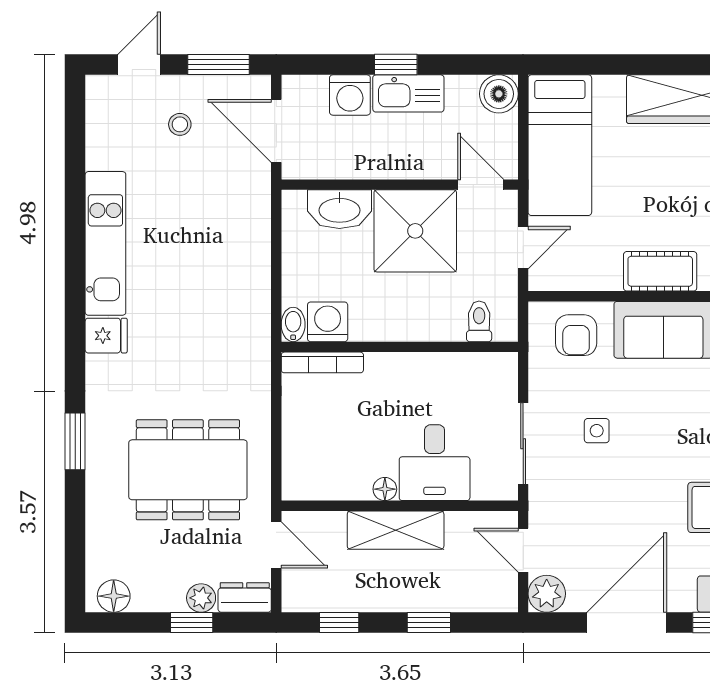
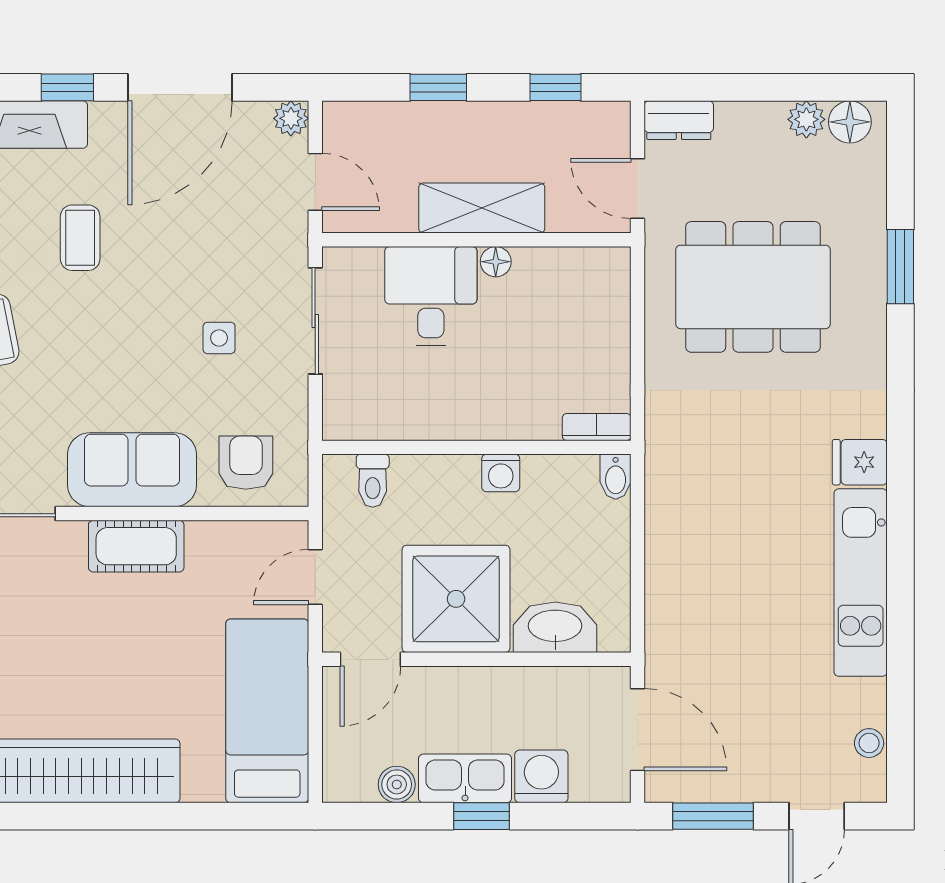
boiler: (499, 94) -> (397, 784), moved, width x0.73, depth x0.73
stool: (180, 124) -> (869, 743), moved
door: (481, 185) -> (370, 659), hinge flipped
washing machine: (328, 322) -> (501, 473), moved, width x0.73, depth x0.73
bookcase: (322, 362) -> (597, 427), width x0.64
window: (75, 441) -> (900, 267), moved
plant: (547, 594) -> (291, 118), width x0.73, depth x0.73
plant: (201, 598) -> (806, 119), moved
window: (192, 622) -> (748, 87), removed

